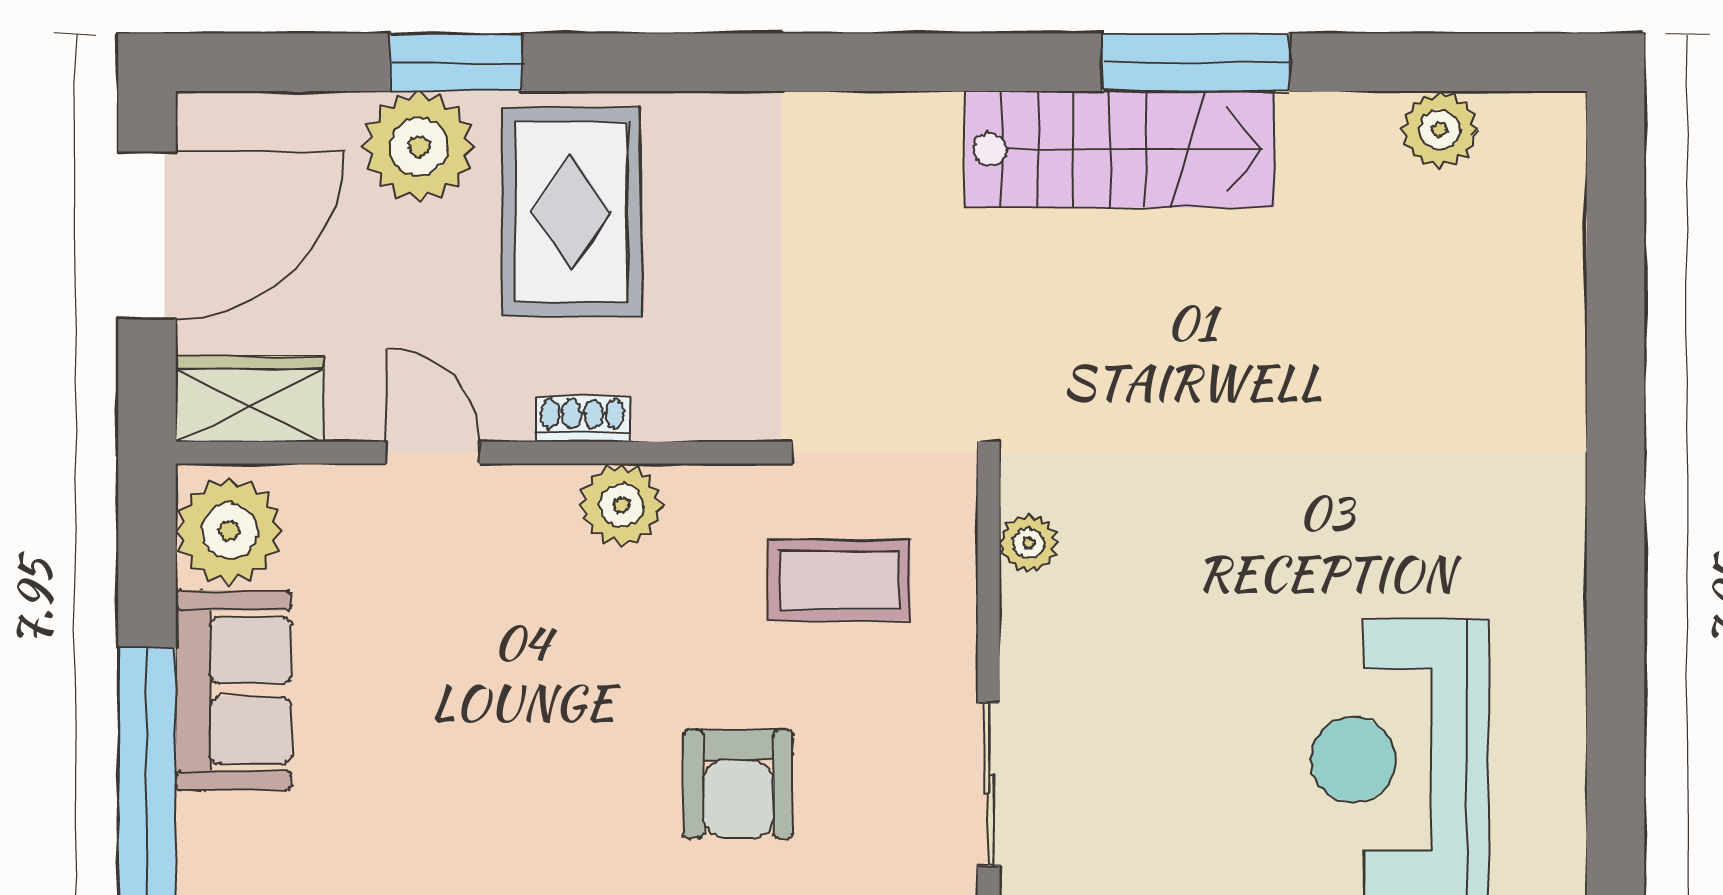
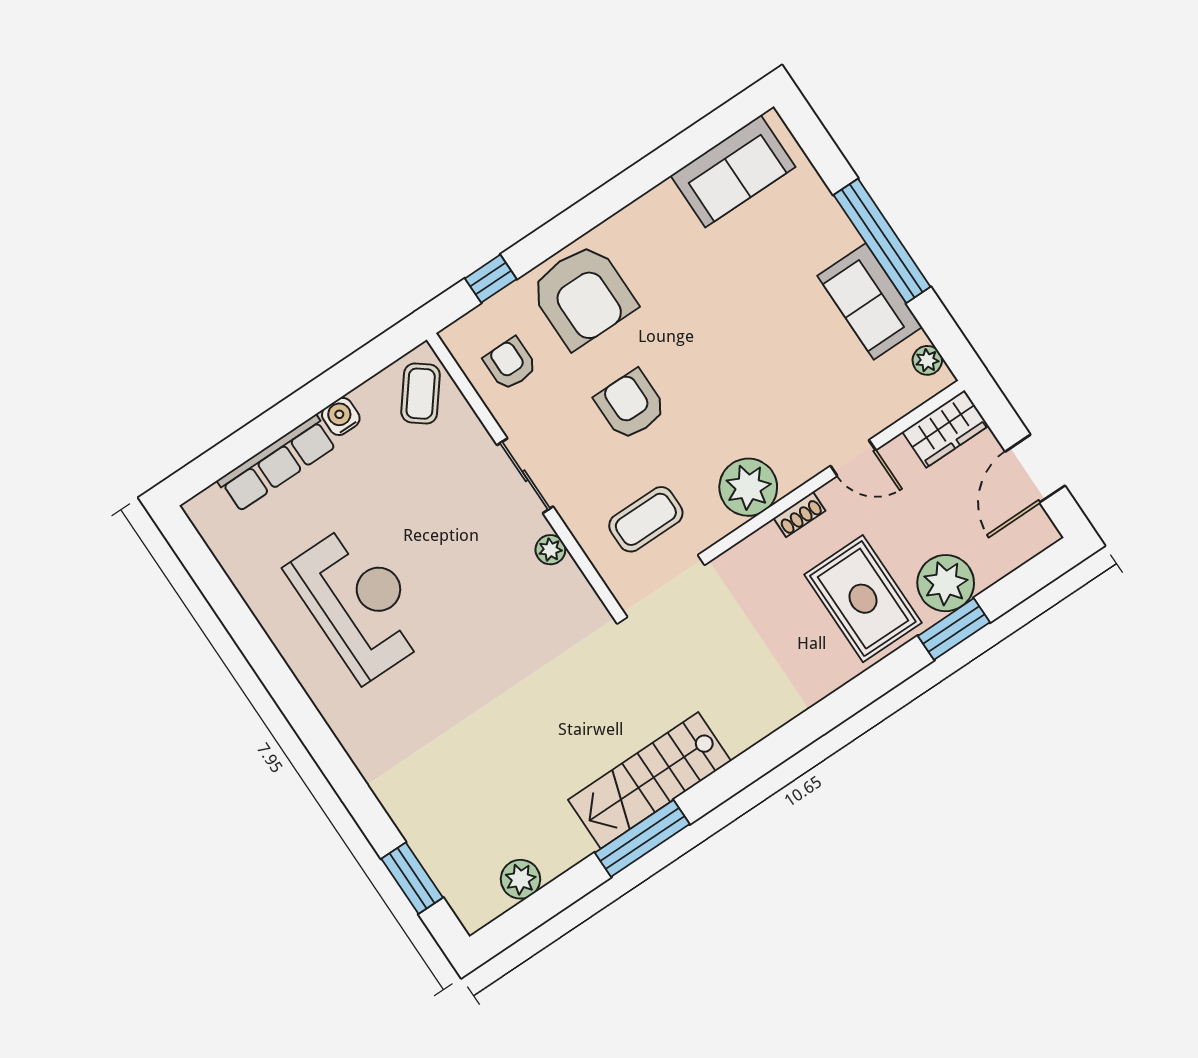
door: (147, 235) -> (1035, 469), width x0.73
window: (1615, 250) -> (412, 878), added
plant: (621, 505) -> (748, 487), width x1.36, depth x1.36
plant: (229, 531) -> (927, 360), width x0.53, depth x0.53
plant: (1029, 543) -> (550, 550), moved

